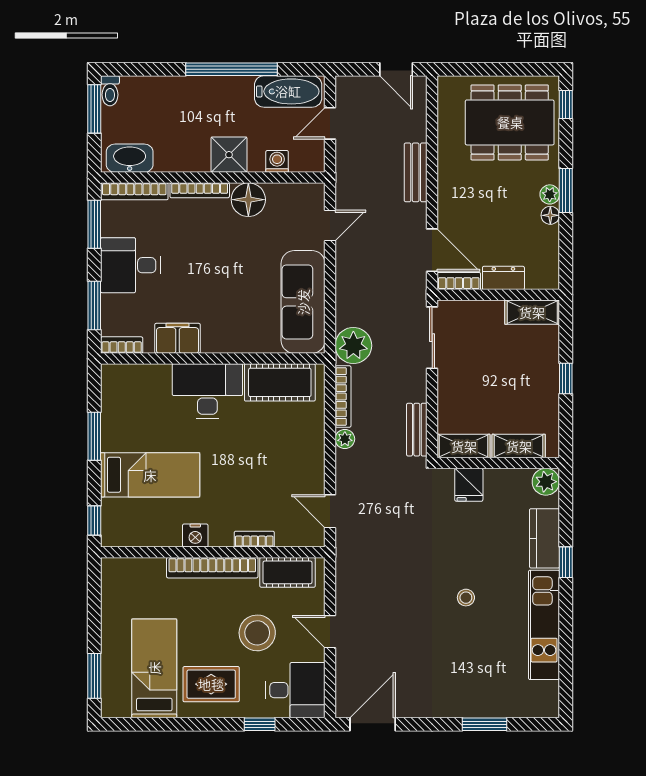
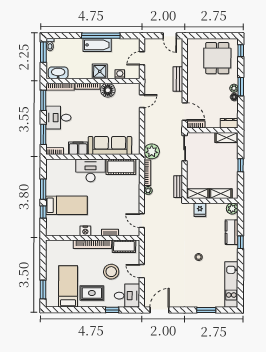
bathtub: (288, 91) -> (97, 45), moved
dining table: (510, 122) -> (217, 58), width x0.73
dresser: (503, 278) -> (229, 123), moved
sofa: (303, 302) -> (110, 145), moved, turned 90
window: (94, 521) -> (43, 212), moved
kitchen unit: (544, 625) -> (231, 284), moved

